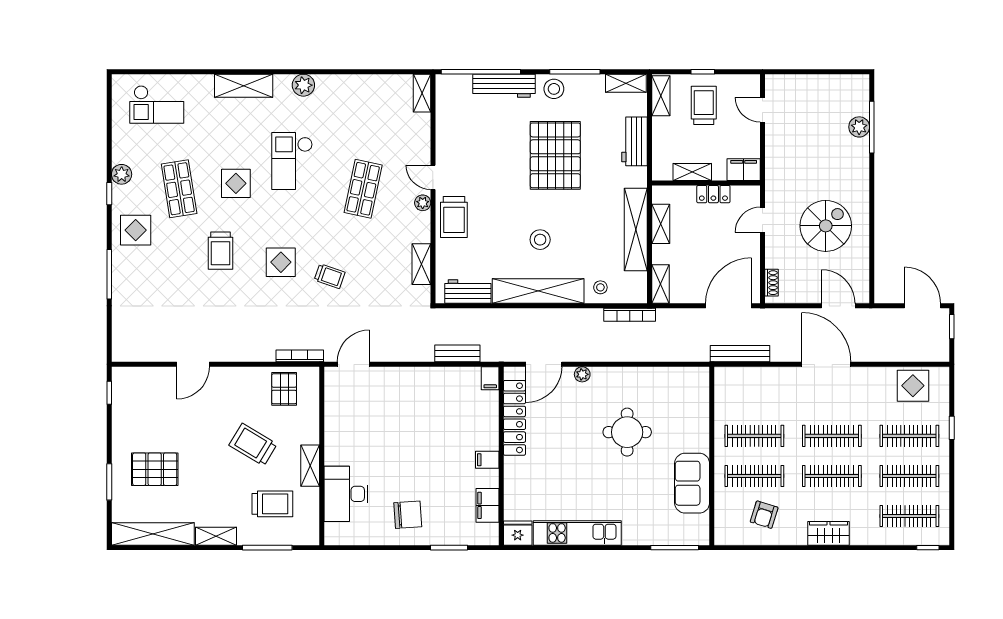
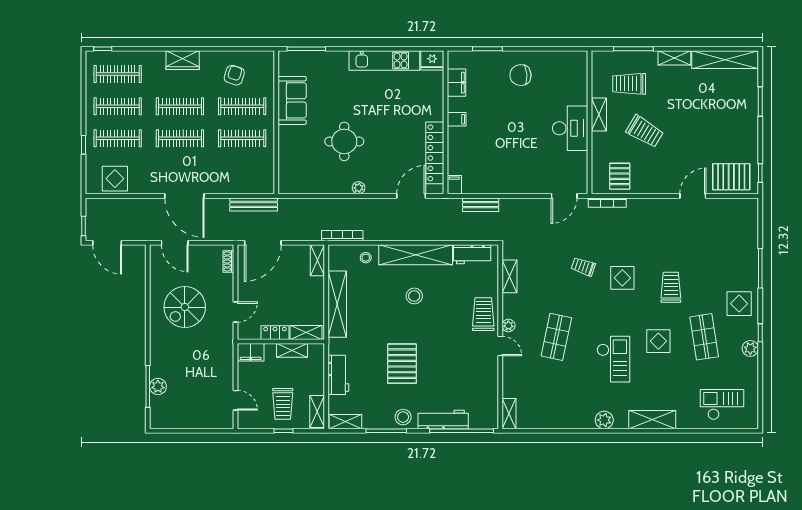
pallet: (555, 155) -> (402, 364), width x0.73, depth x0.71
shelving: (661, 224) -> (306, 333), moved, turned 90
plant: (582, 374) -> (359, 188), moved
pallet: (155, 469) -> (731, 177), moved
desk: (346, 494) -> (570, 128), moved

